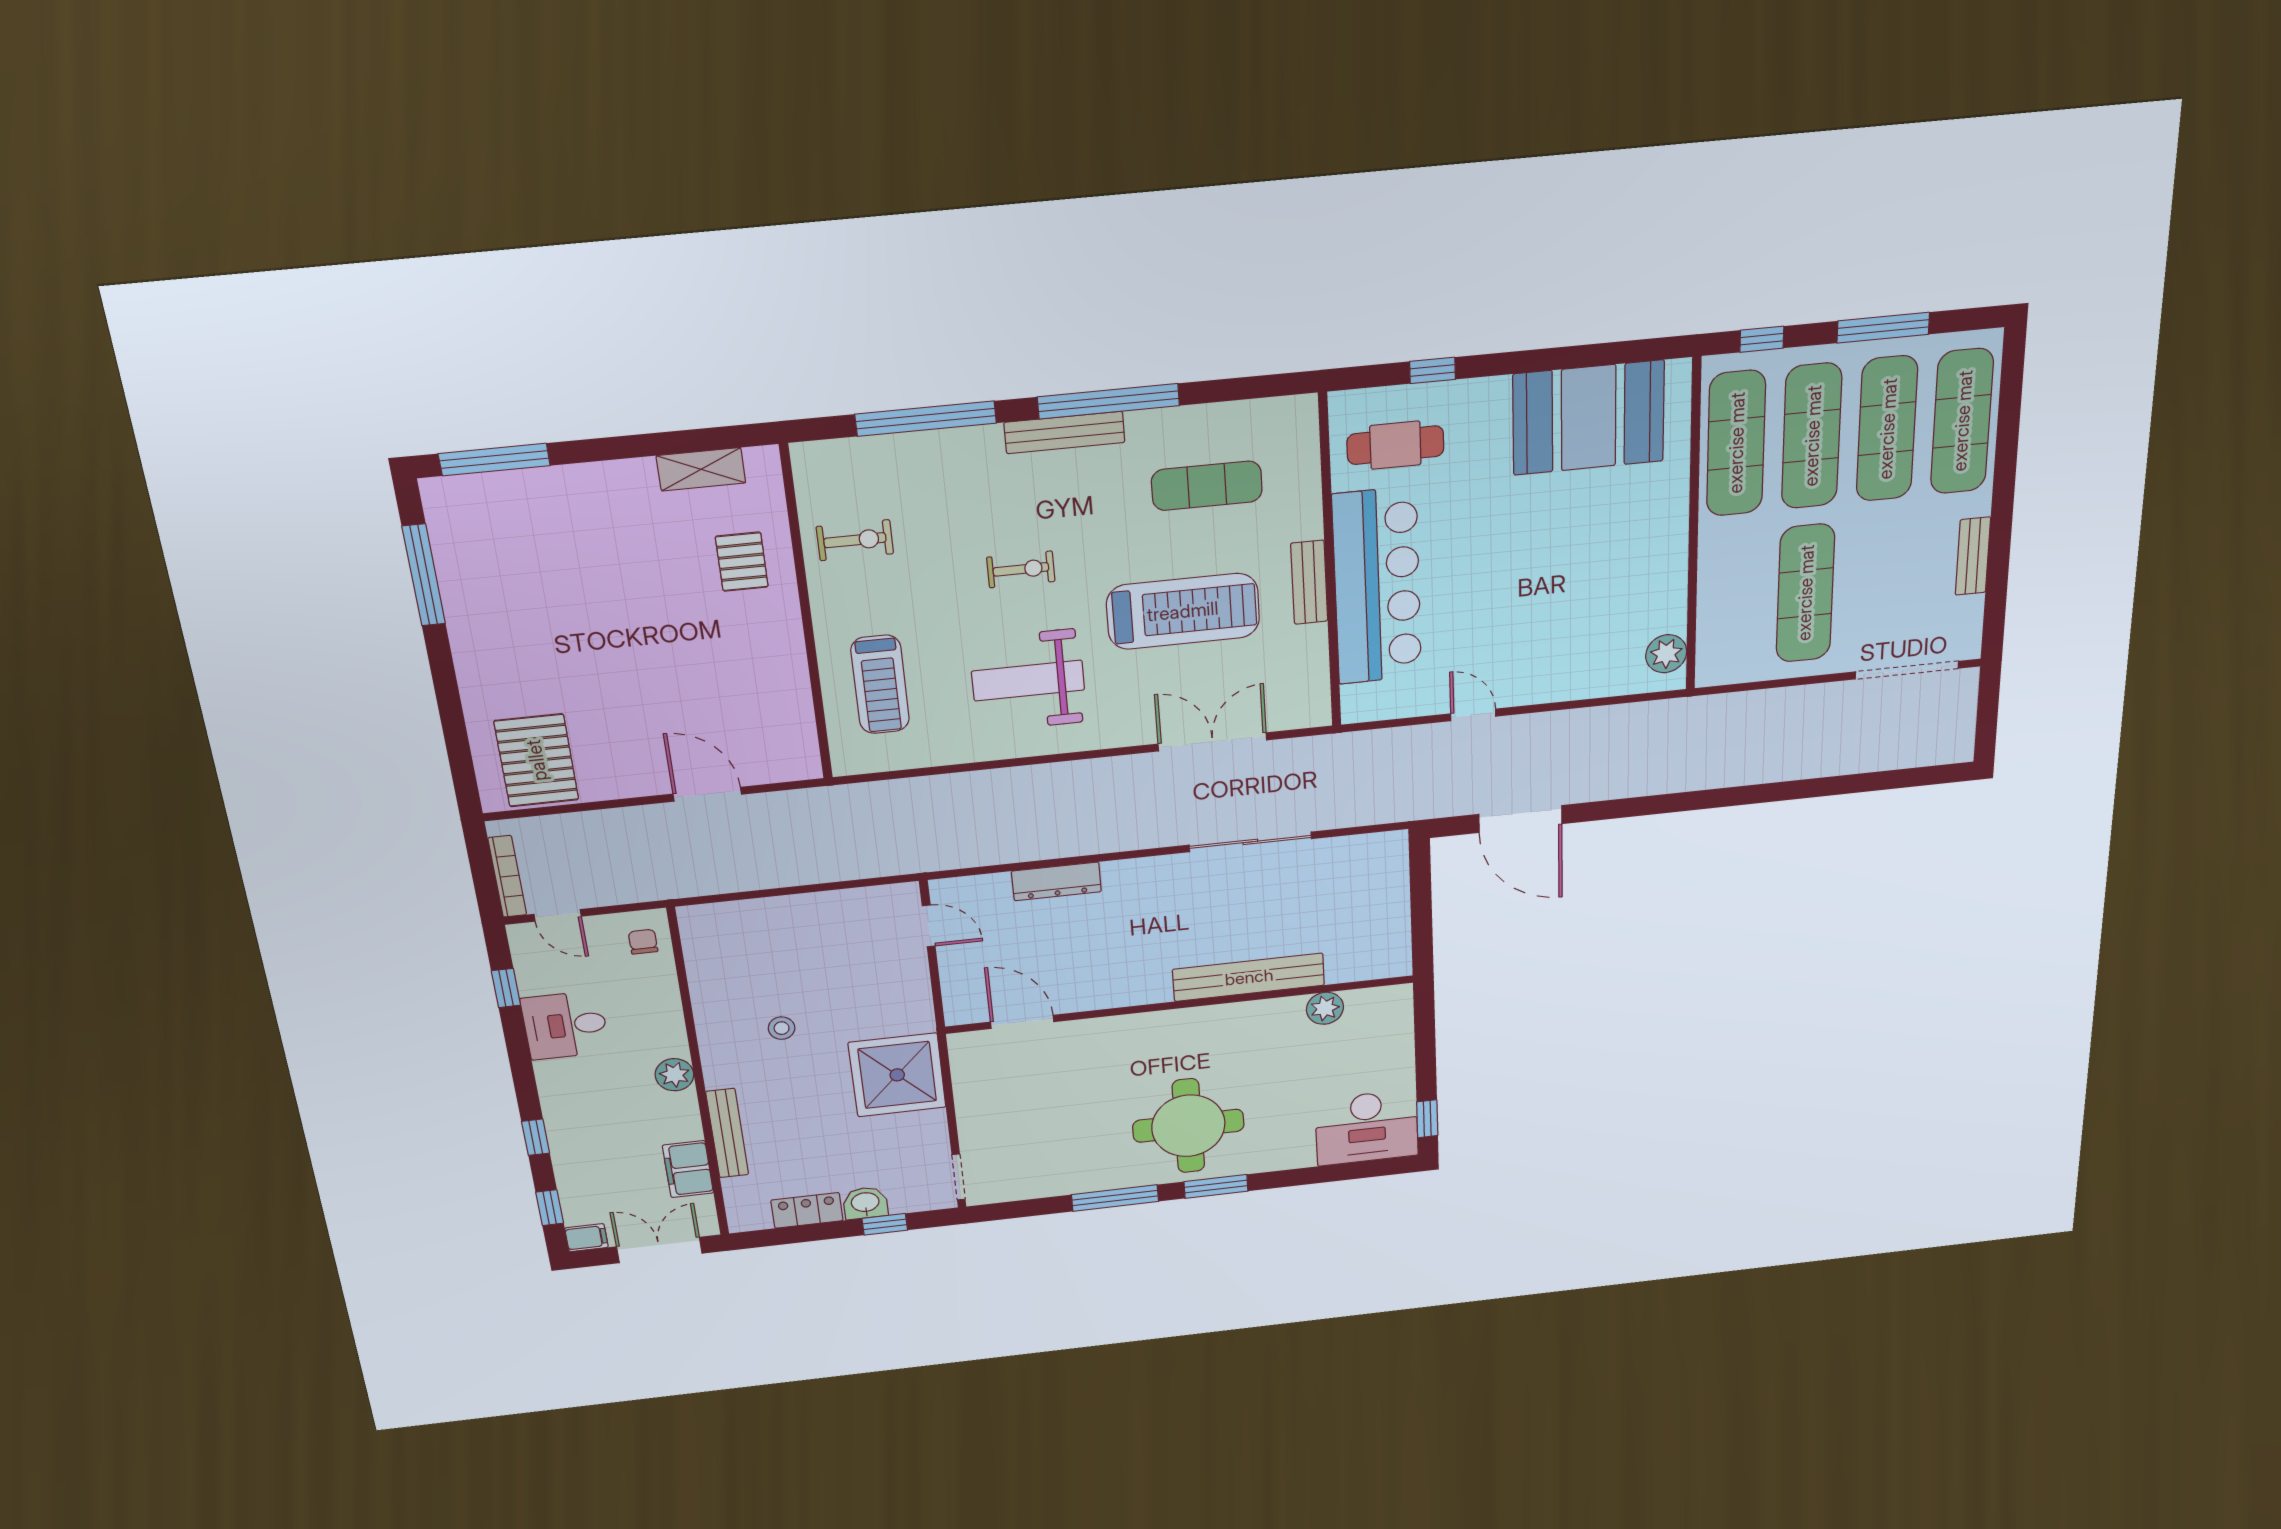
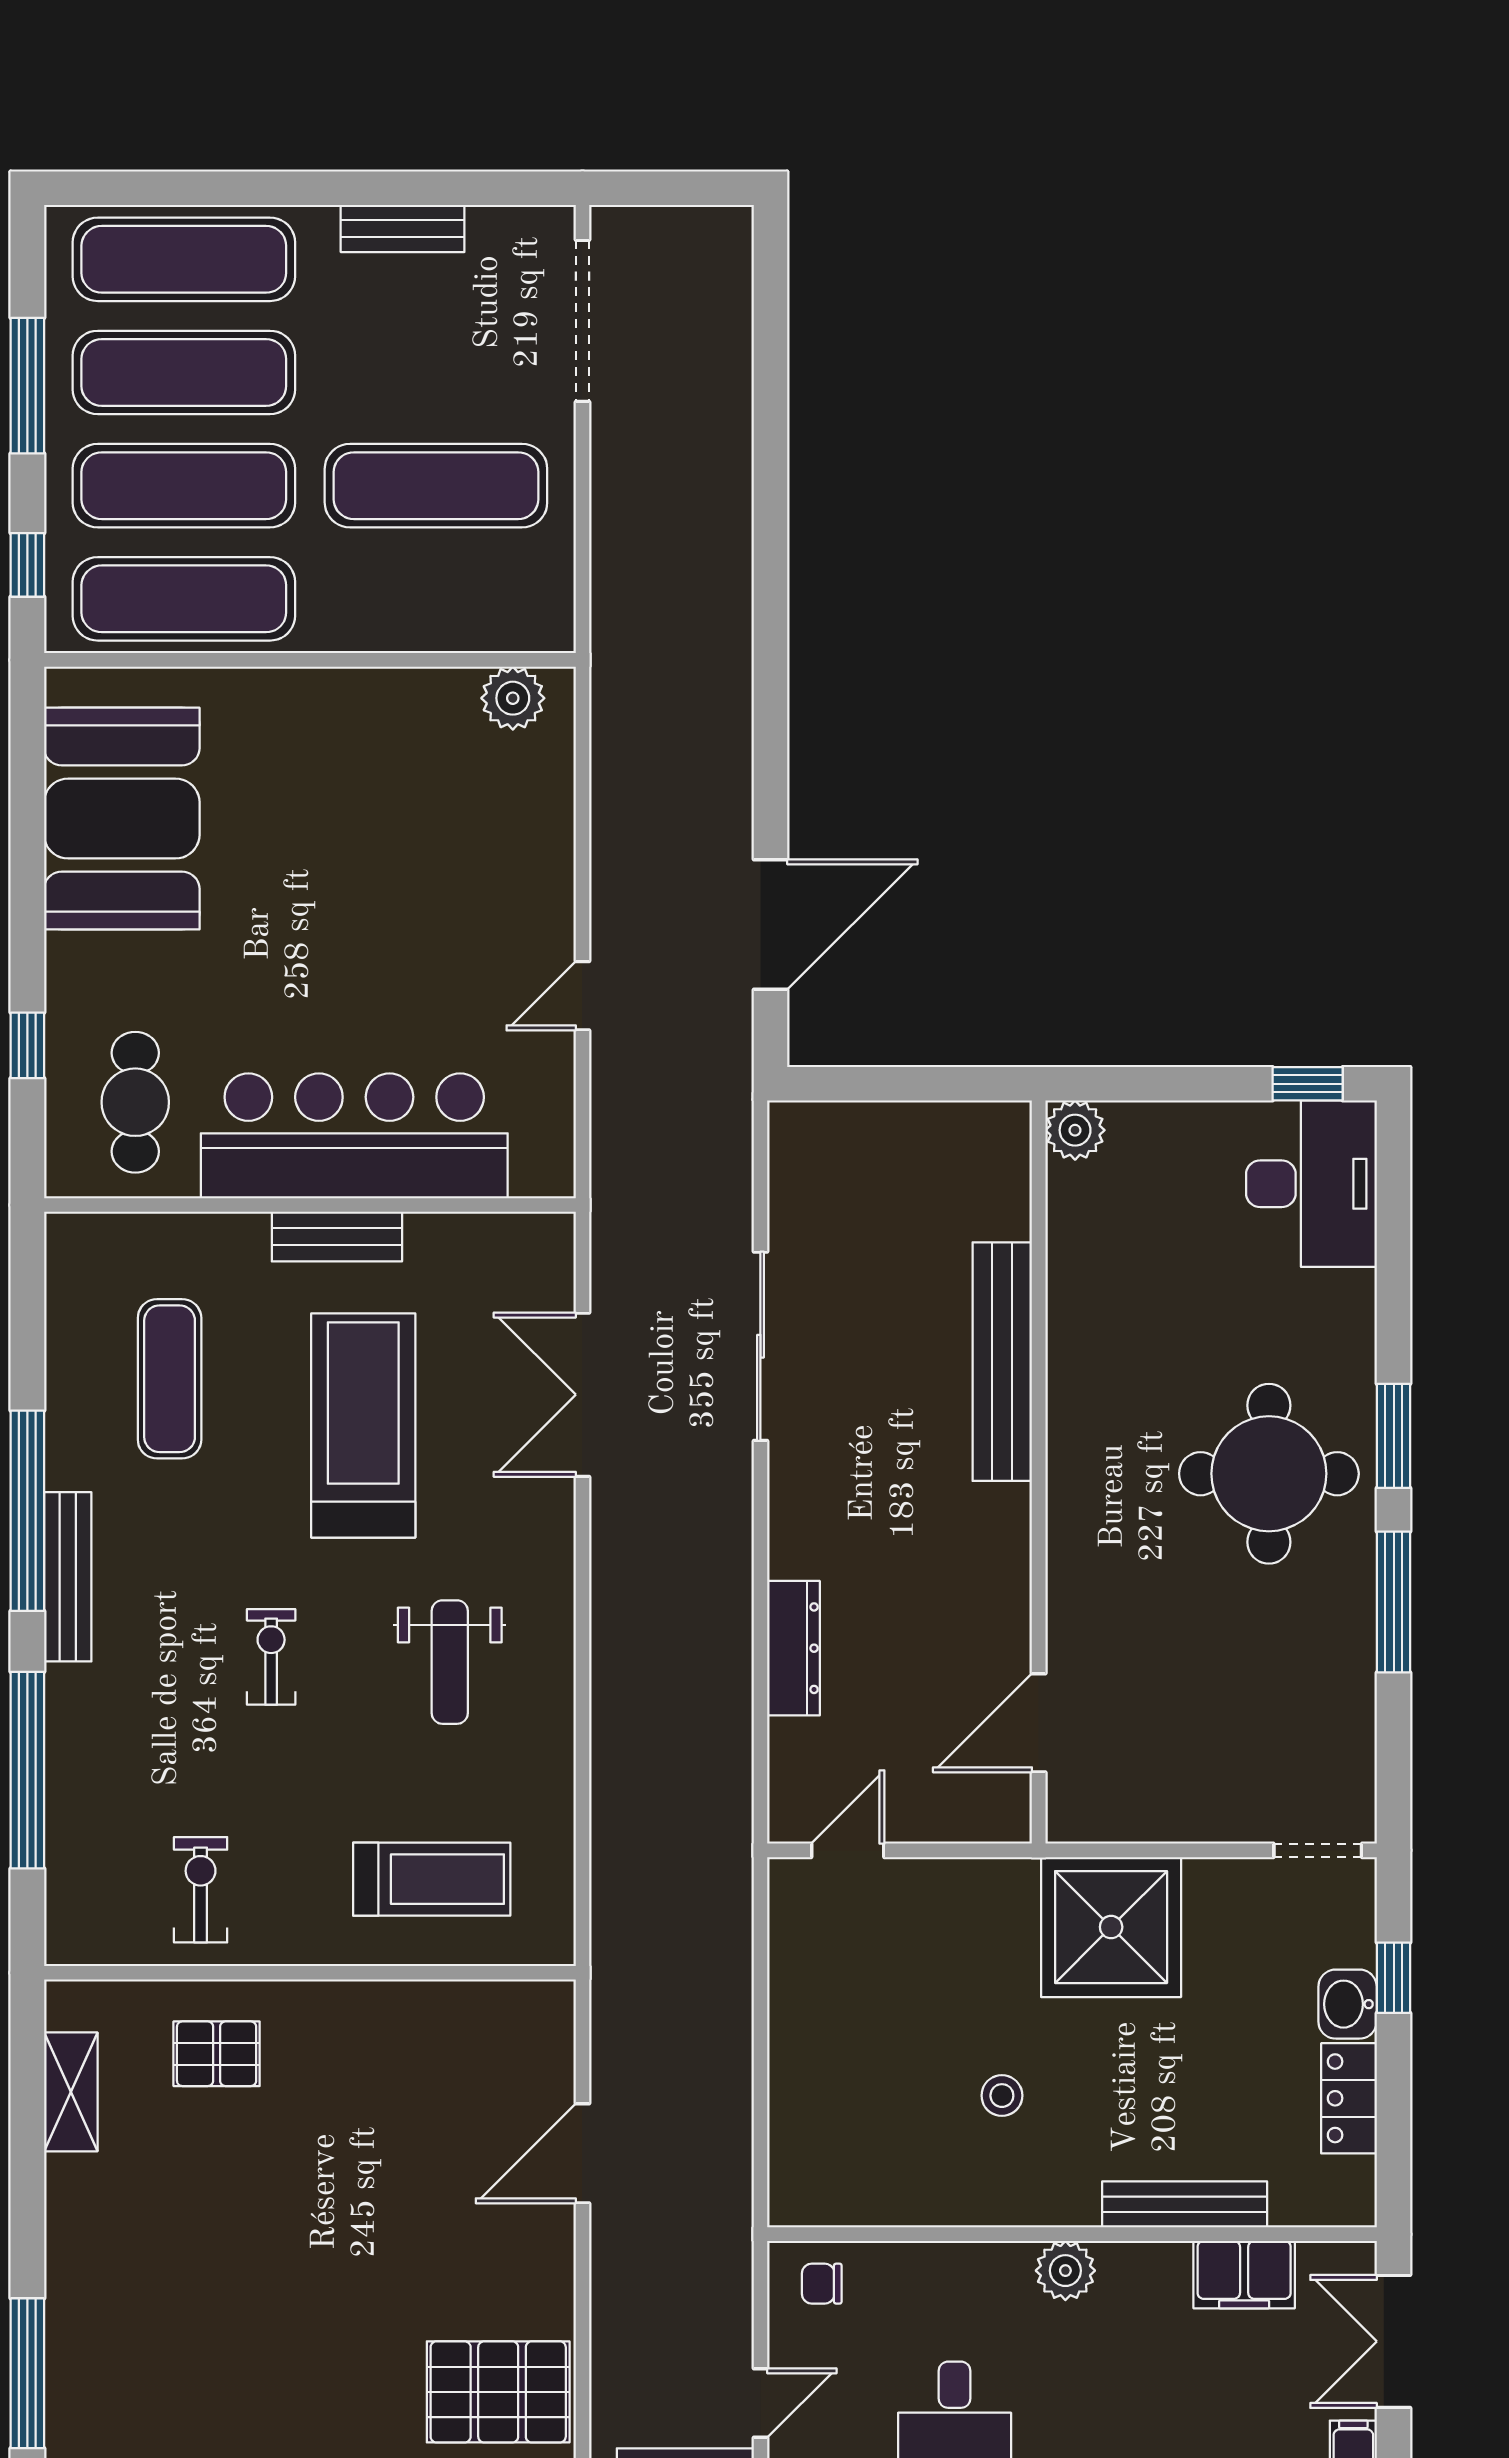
weight bench: (1028, 681) -> (450, 1662), width x0.73, depth x0.75
plant: (1325, 1008) -> (1075, 1130), moved

